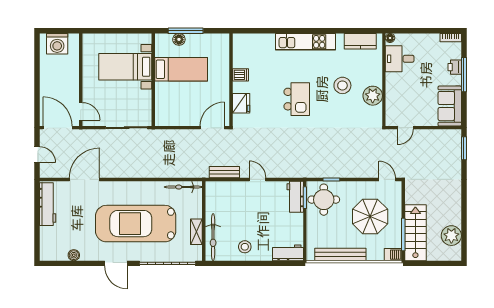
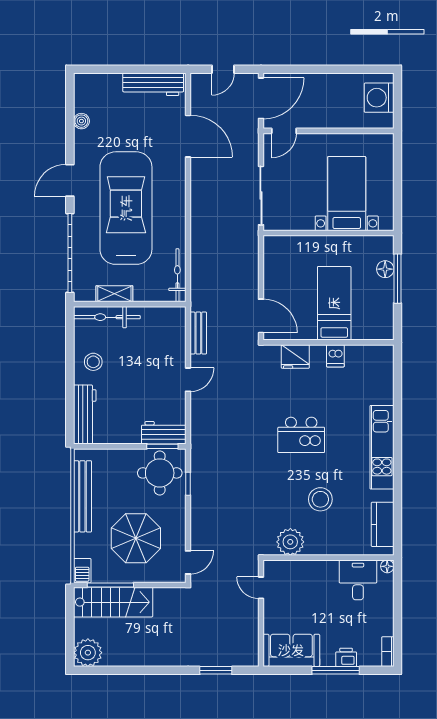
bed: (181, 69) -> (334, 303), moved, turned 180
plant: (373, 96) -> (290, 542), moved
window: (464, 148) -> (216, 670), moved
plant: (451, 236) -> (88, 653), moved
workbench: (288, 253) -> (85, 415), width x1.38

